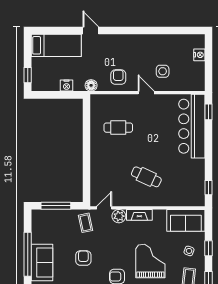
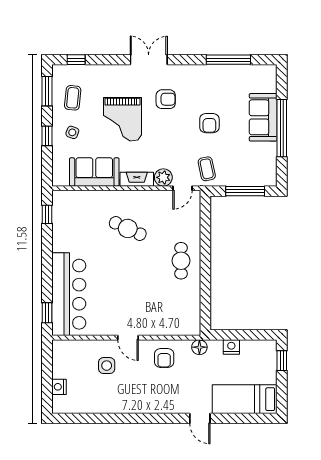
cafe table: (118, 128) -> (181, 261), moved, turned 90
sofa: (186, 220) -> (94, 172), moved

